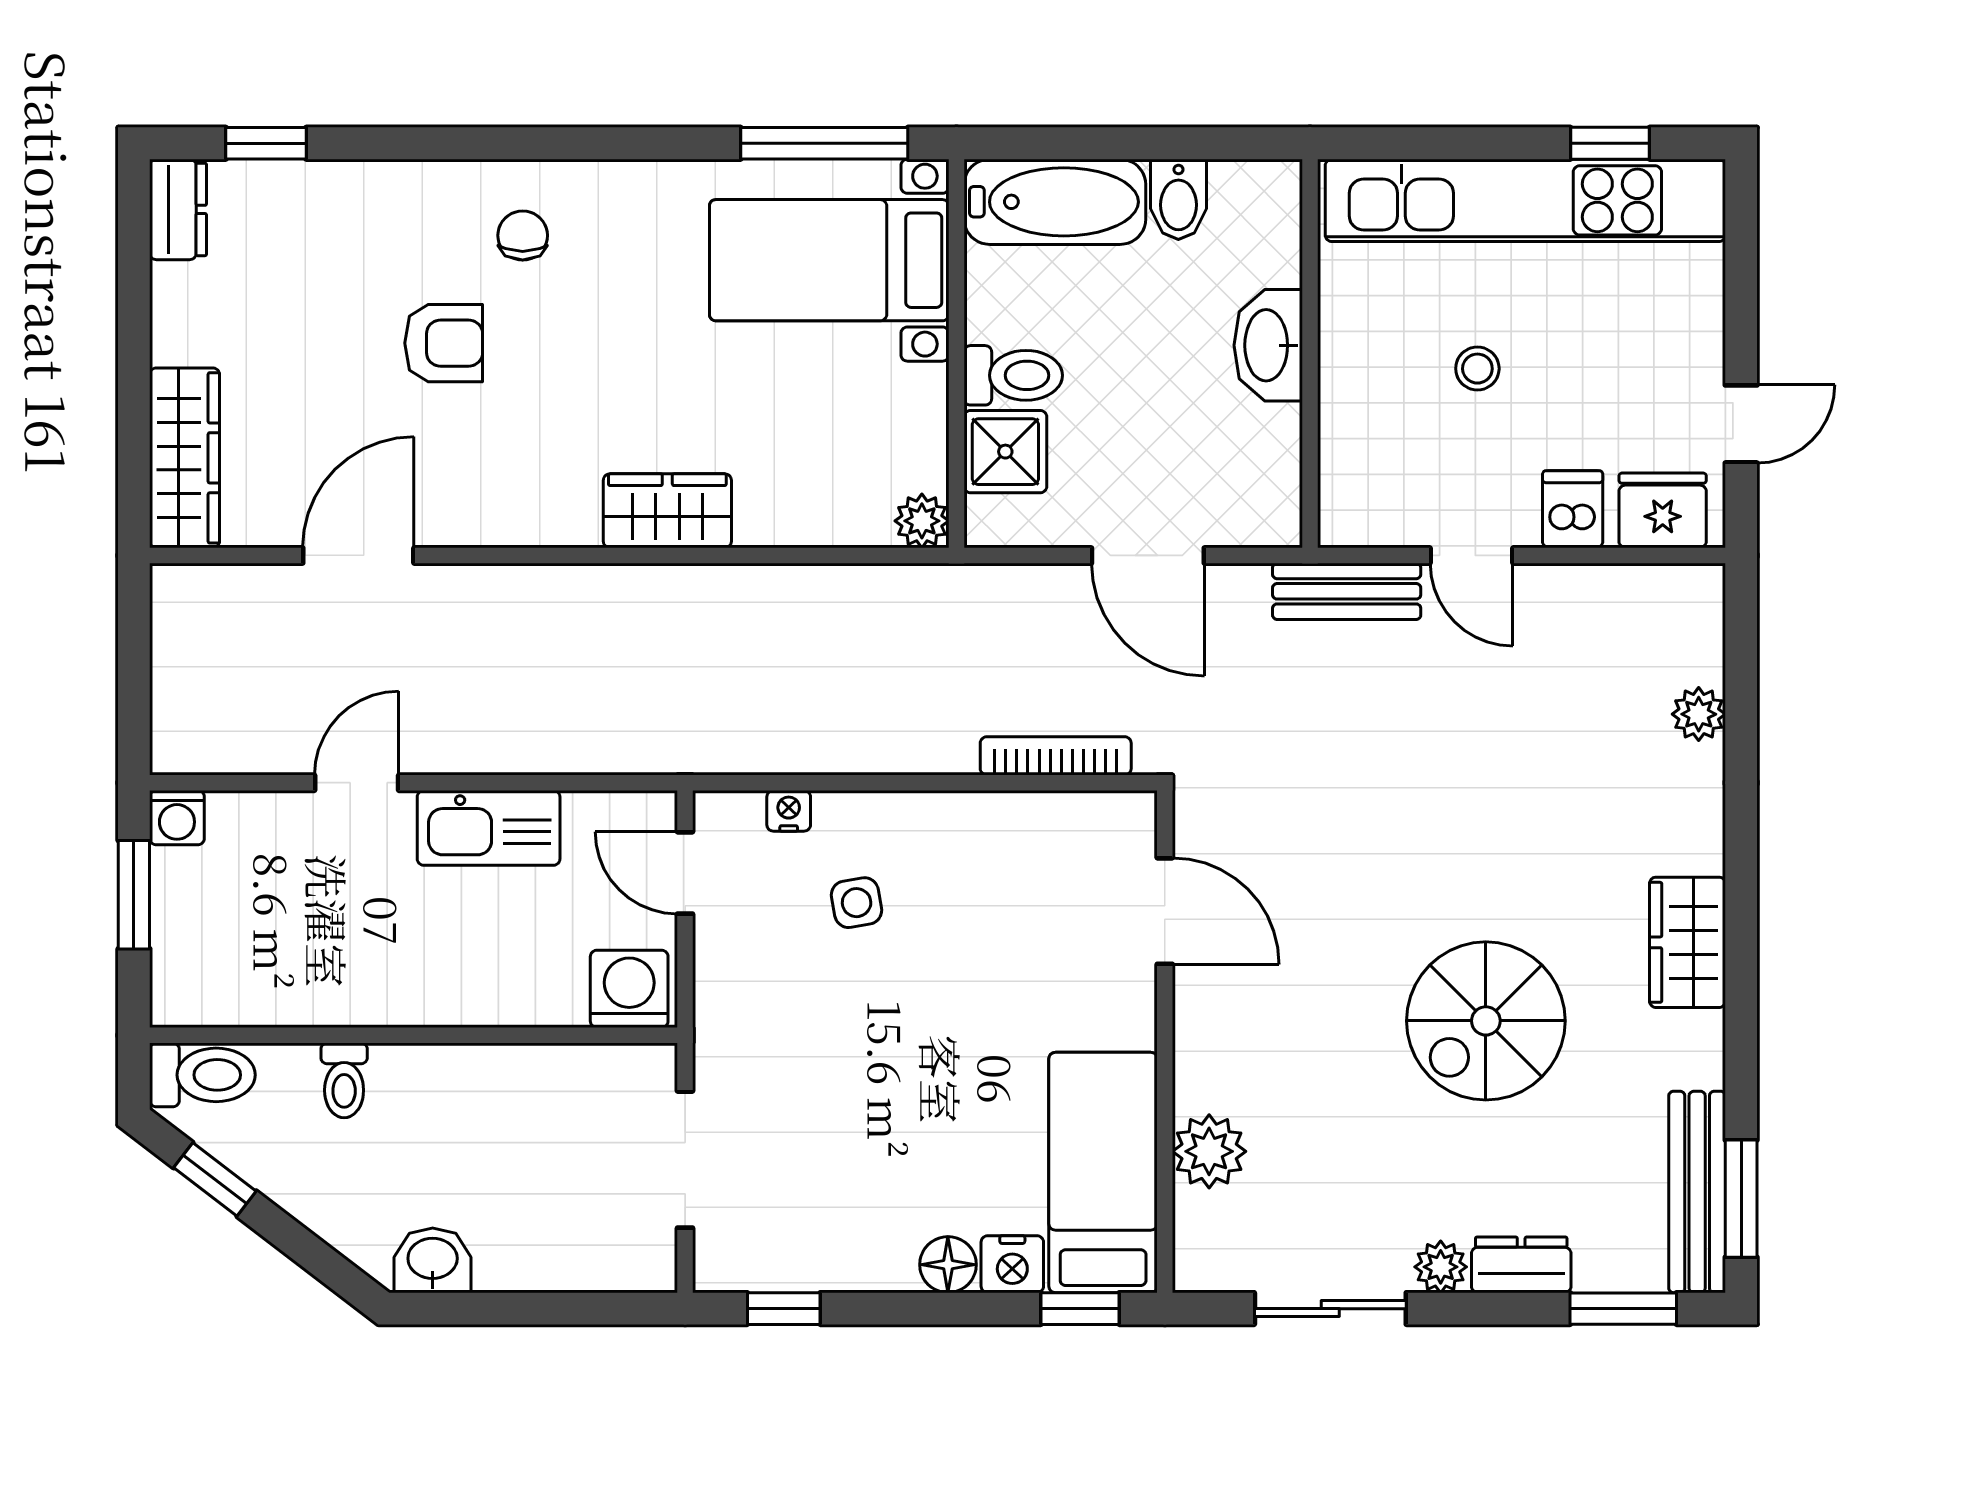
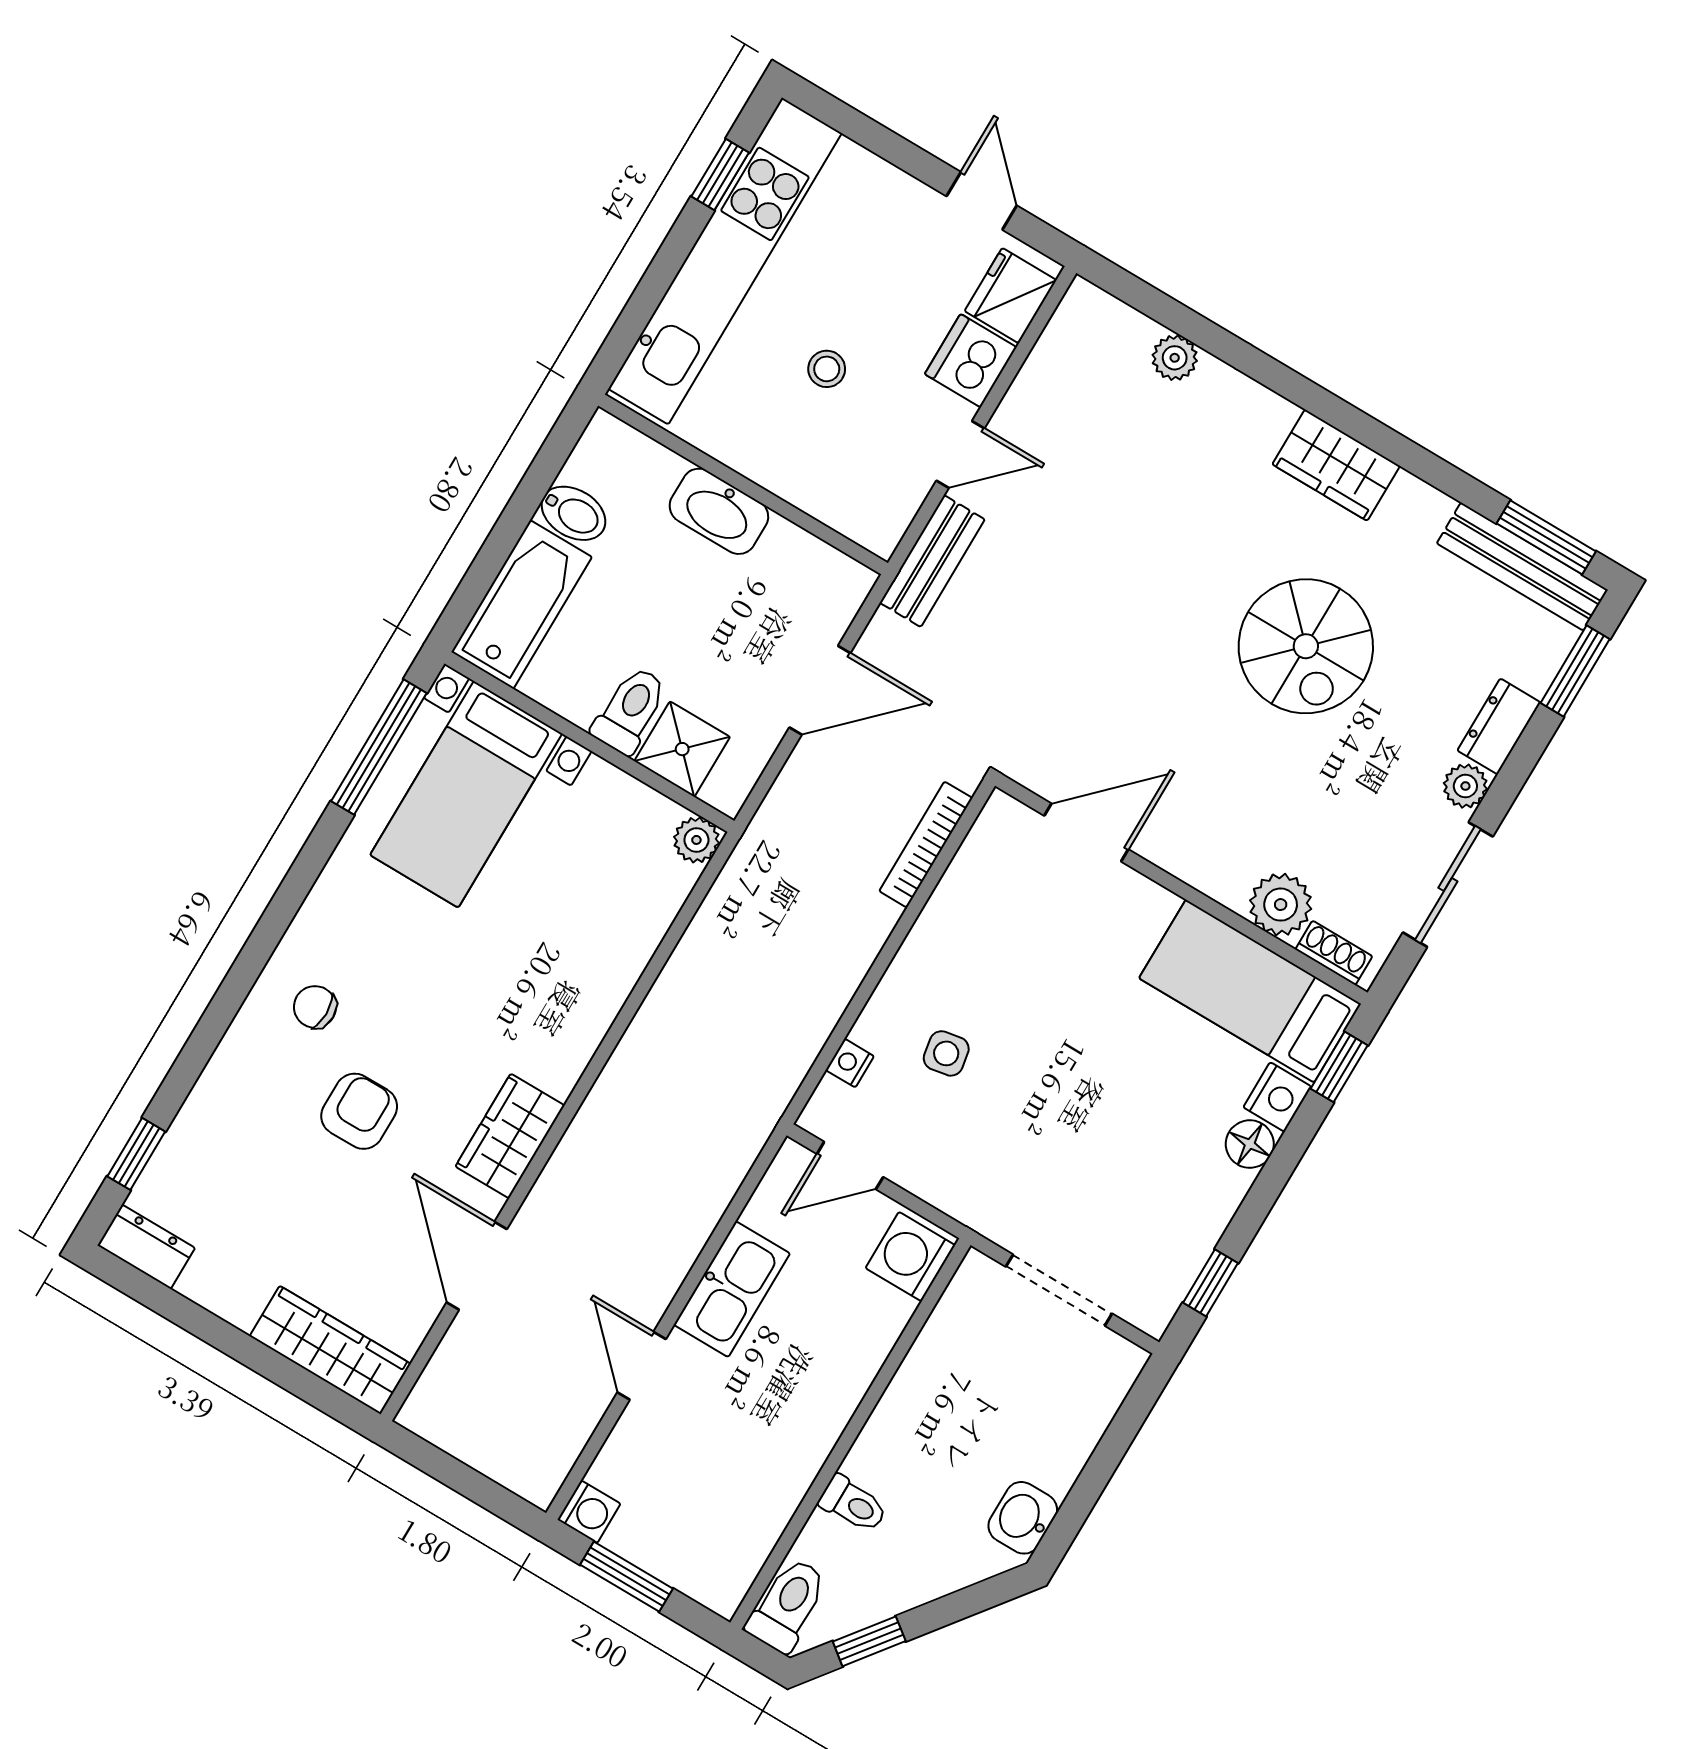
dishwasher: (1573, 509) -> (971, 361), width x1.38
wardrobe: (667, 511) -> (510, 1136), moved
shoe rack: (1192, 1234) -> (1334, 953), added

